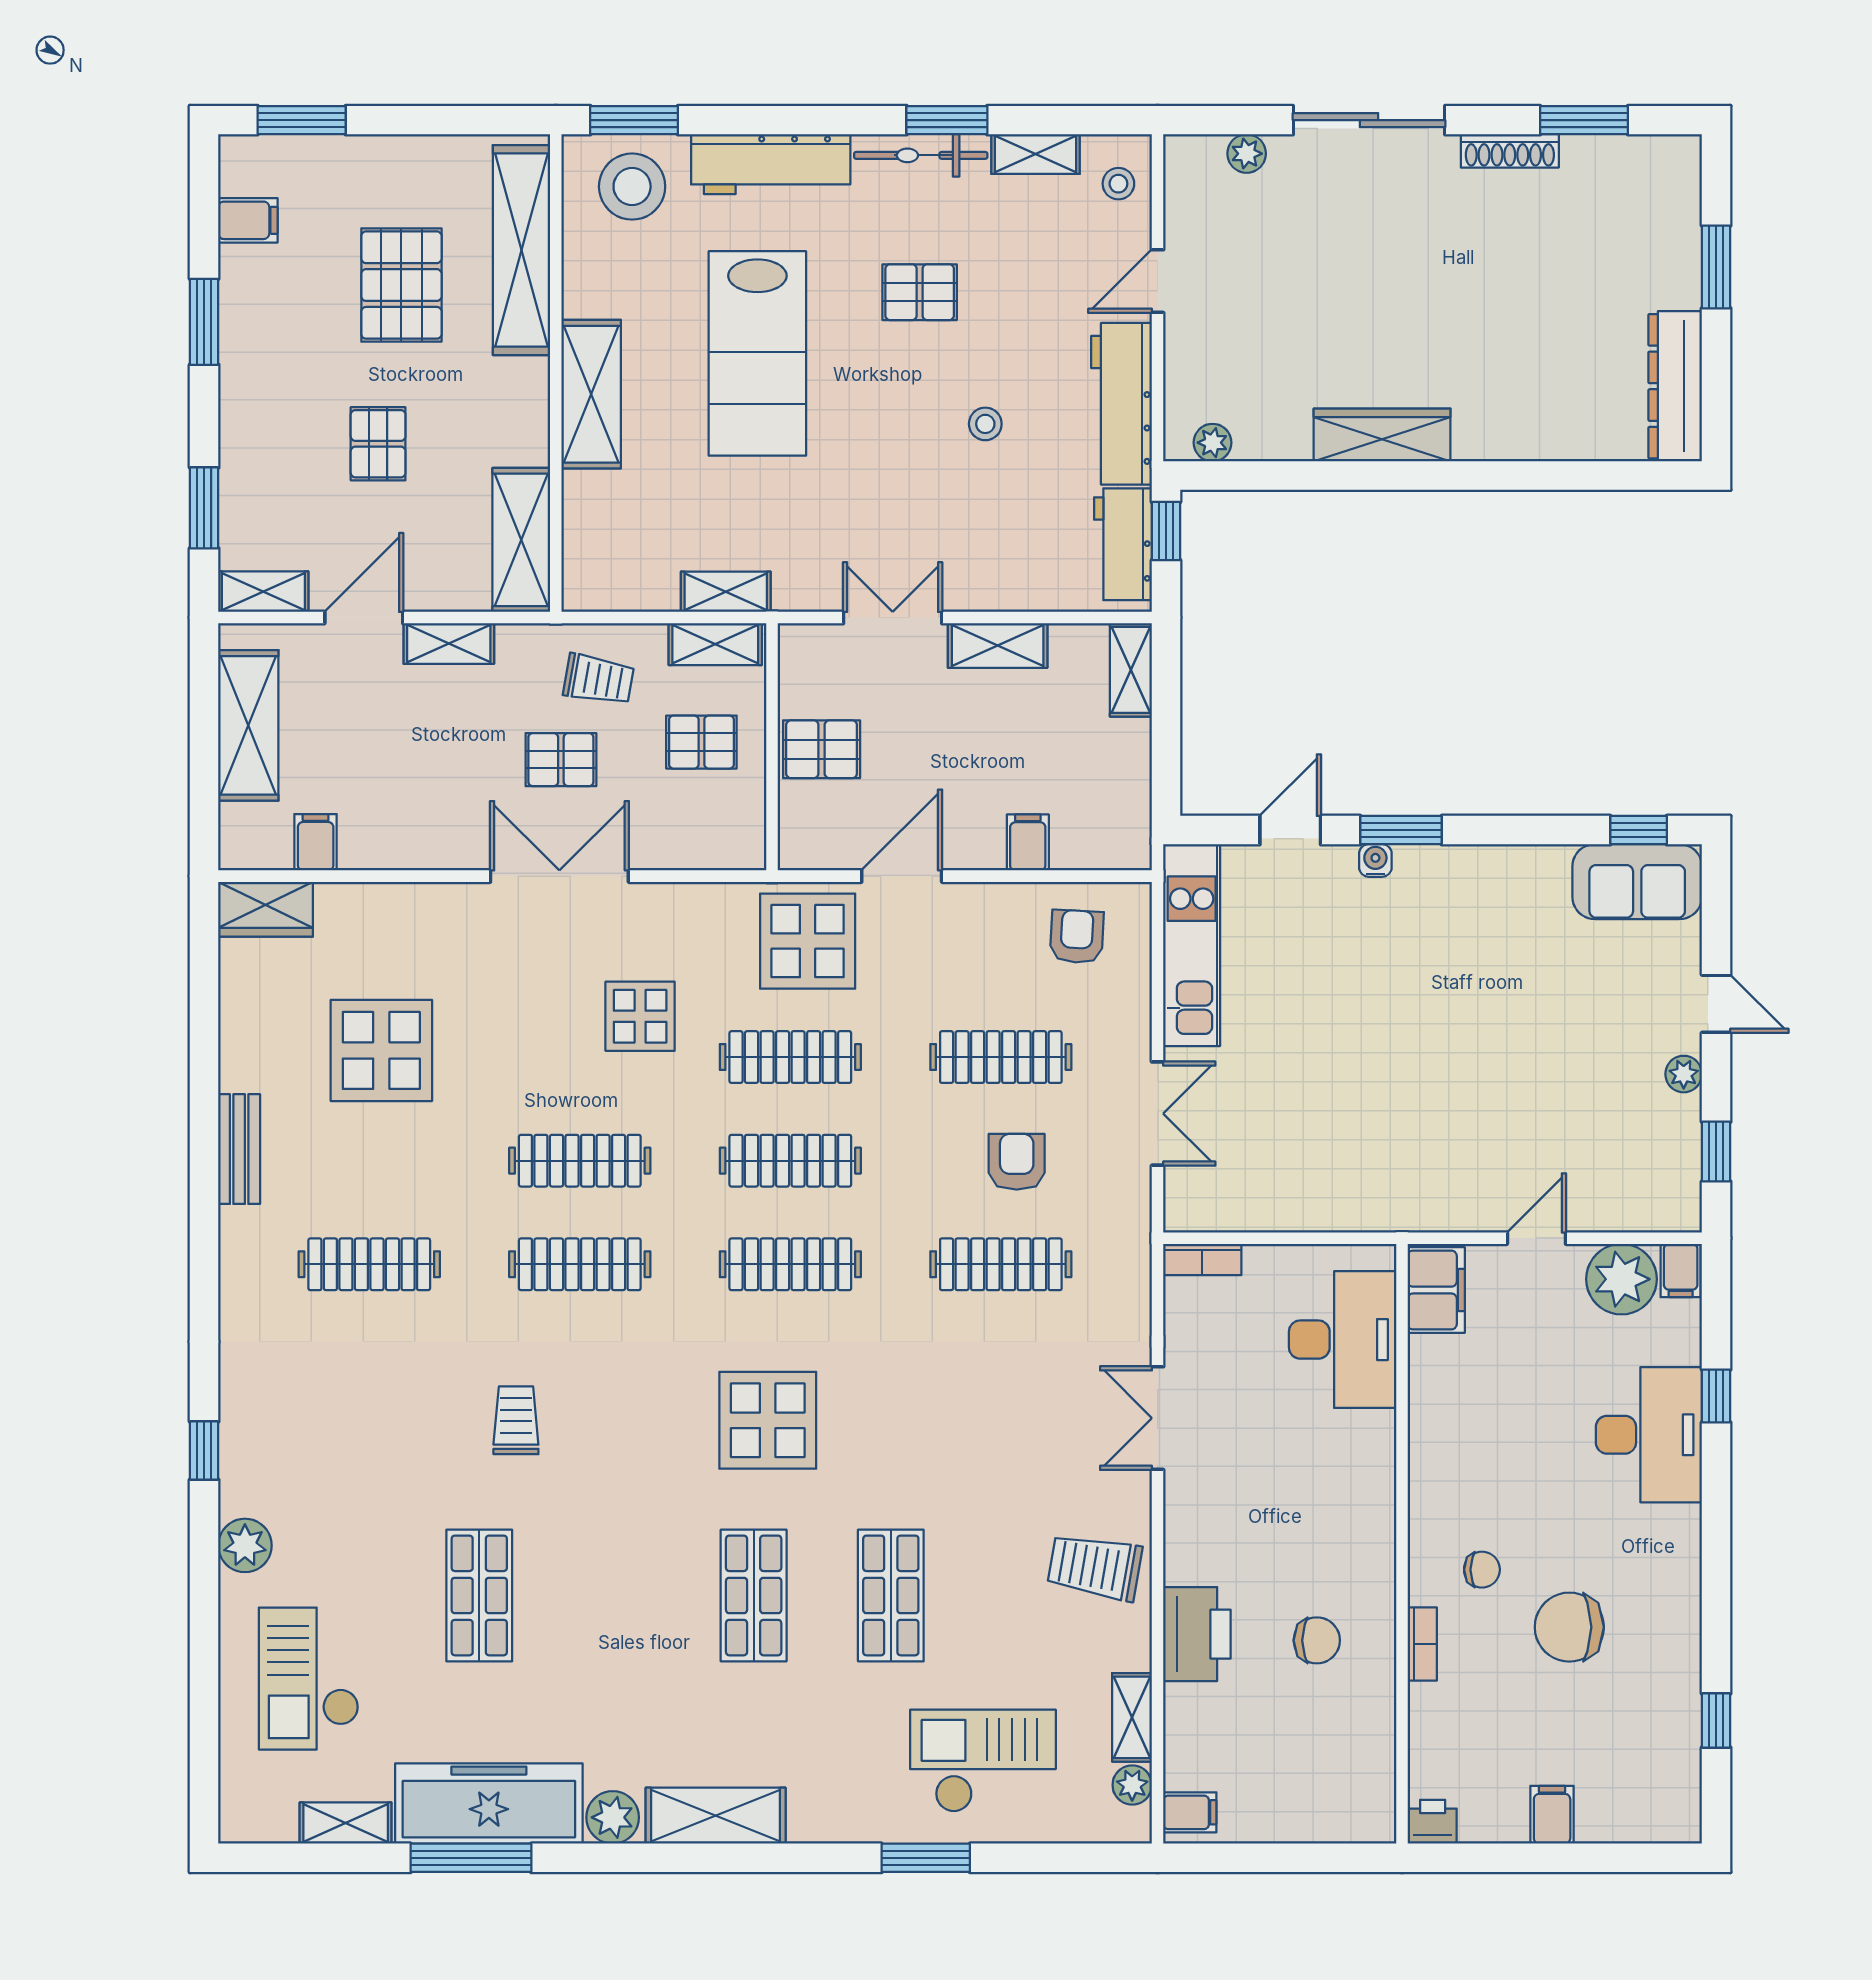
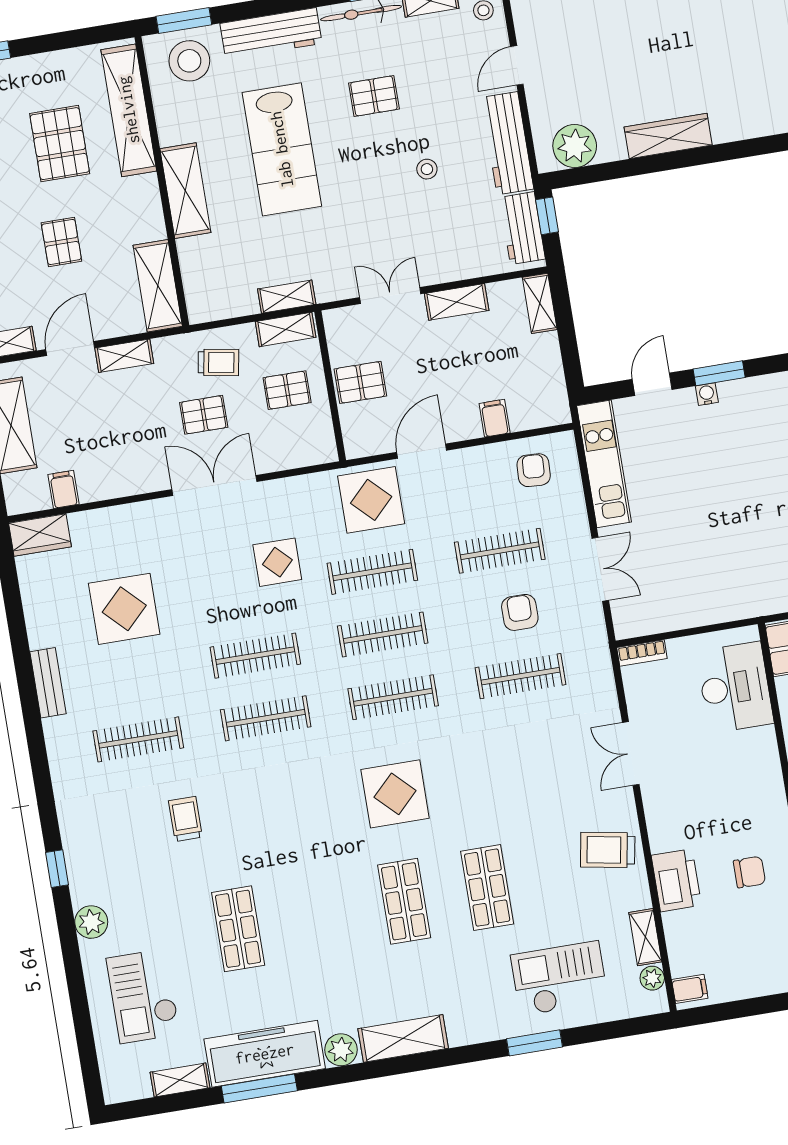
plant: (1213, 443) -> (575, 146), width x1.87, depth x1.87
trolley: (516, 1420) -> (185, 819), moved

